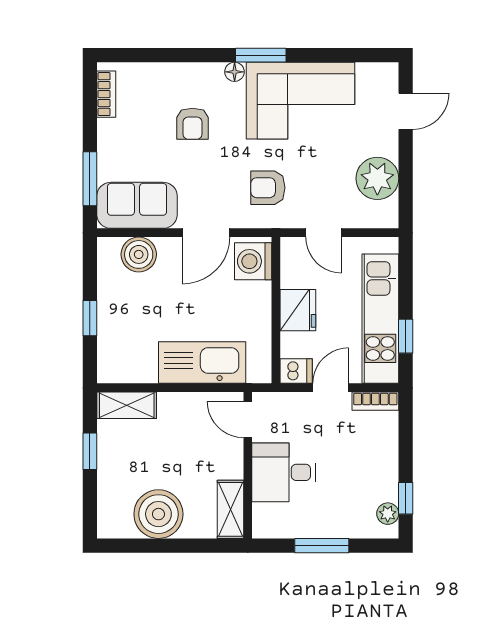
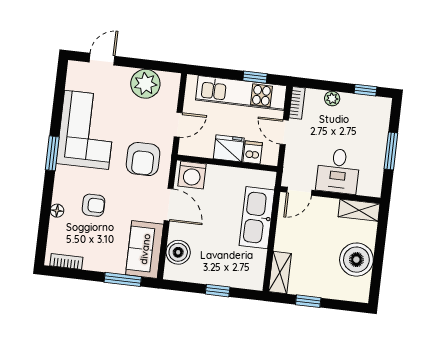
floor lamp: (235, 72) -> (57, 211), moved
door: (406, 111) -> (102, 59), hinge flipped
armchair: (268, 188) -> (143, 159), width x1.38, depth x1.38
dishwasher: (296, 371) -> (253, 152), moved
plant: (388, 514) -> (332, 99), moved

